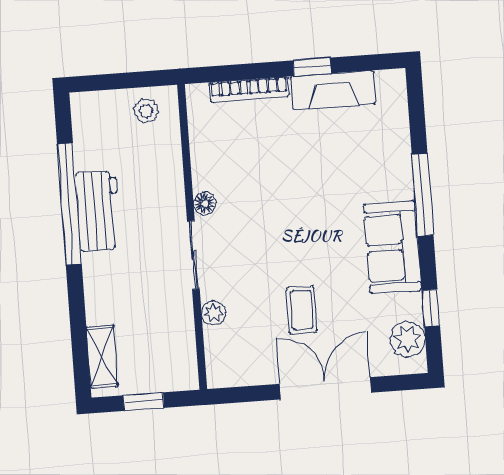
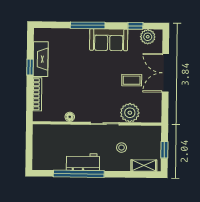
stool: (146, 111) -> (122, 148), moved
floor lamp: (205, 203) -> (70, 117), moved
plant: (214, 313) -> (130, 113), width x1.88, depth x1.88

